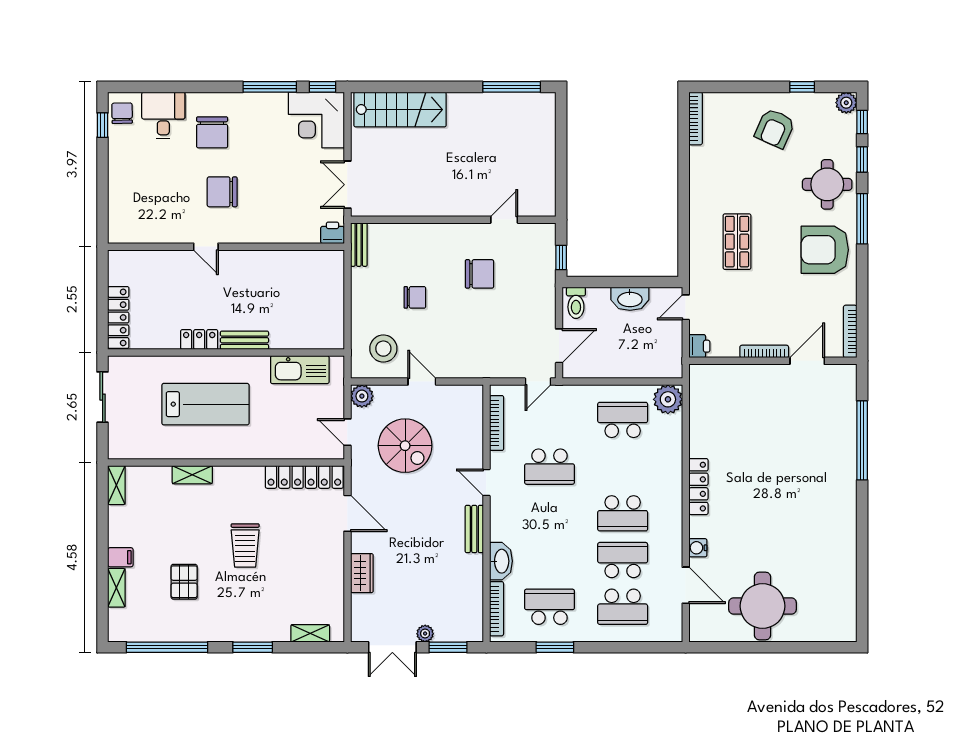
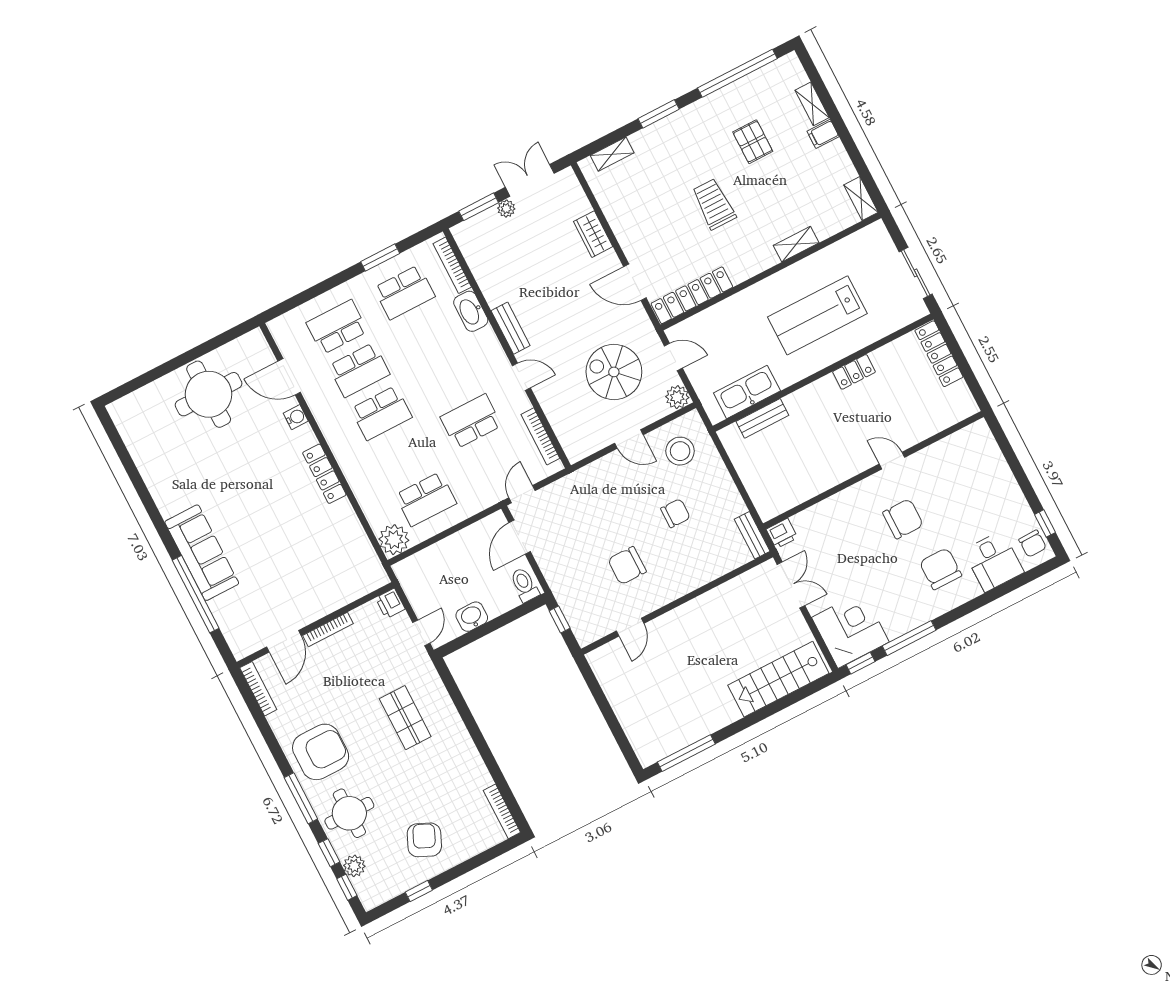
plant: (846, 103) -> (354, 866), moved
chair: (415, 297) -> (675, 513), turned 180
washbasin: (630, 299) -> (472, 617), width x0.72
bench: (244, 340) -> (762, 418), moved
sofa: (838, 473) -> (202, 553), added
school desk: (623, 513) -> (381, 413), turned 180

